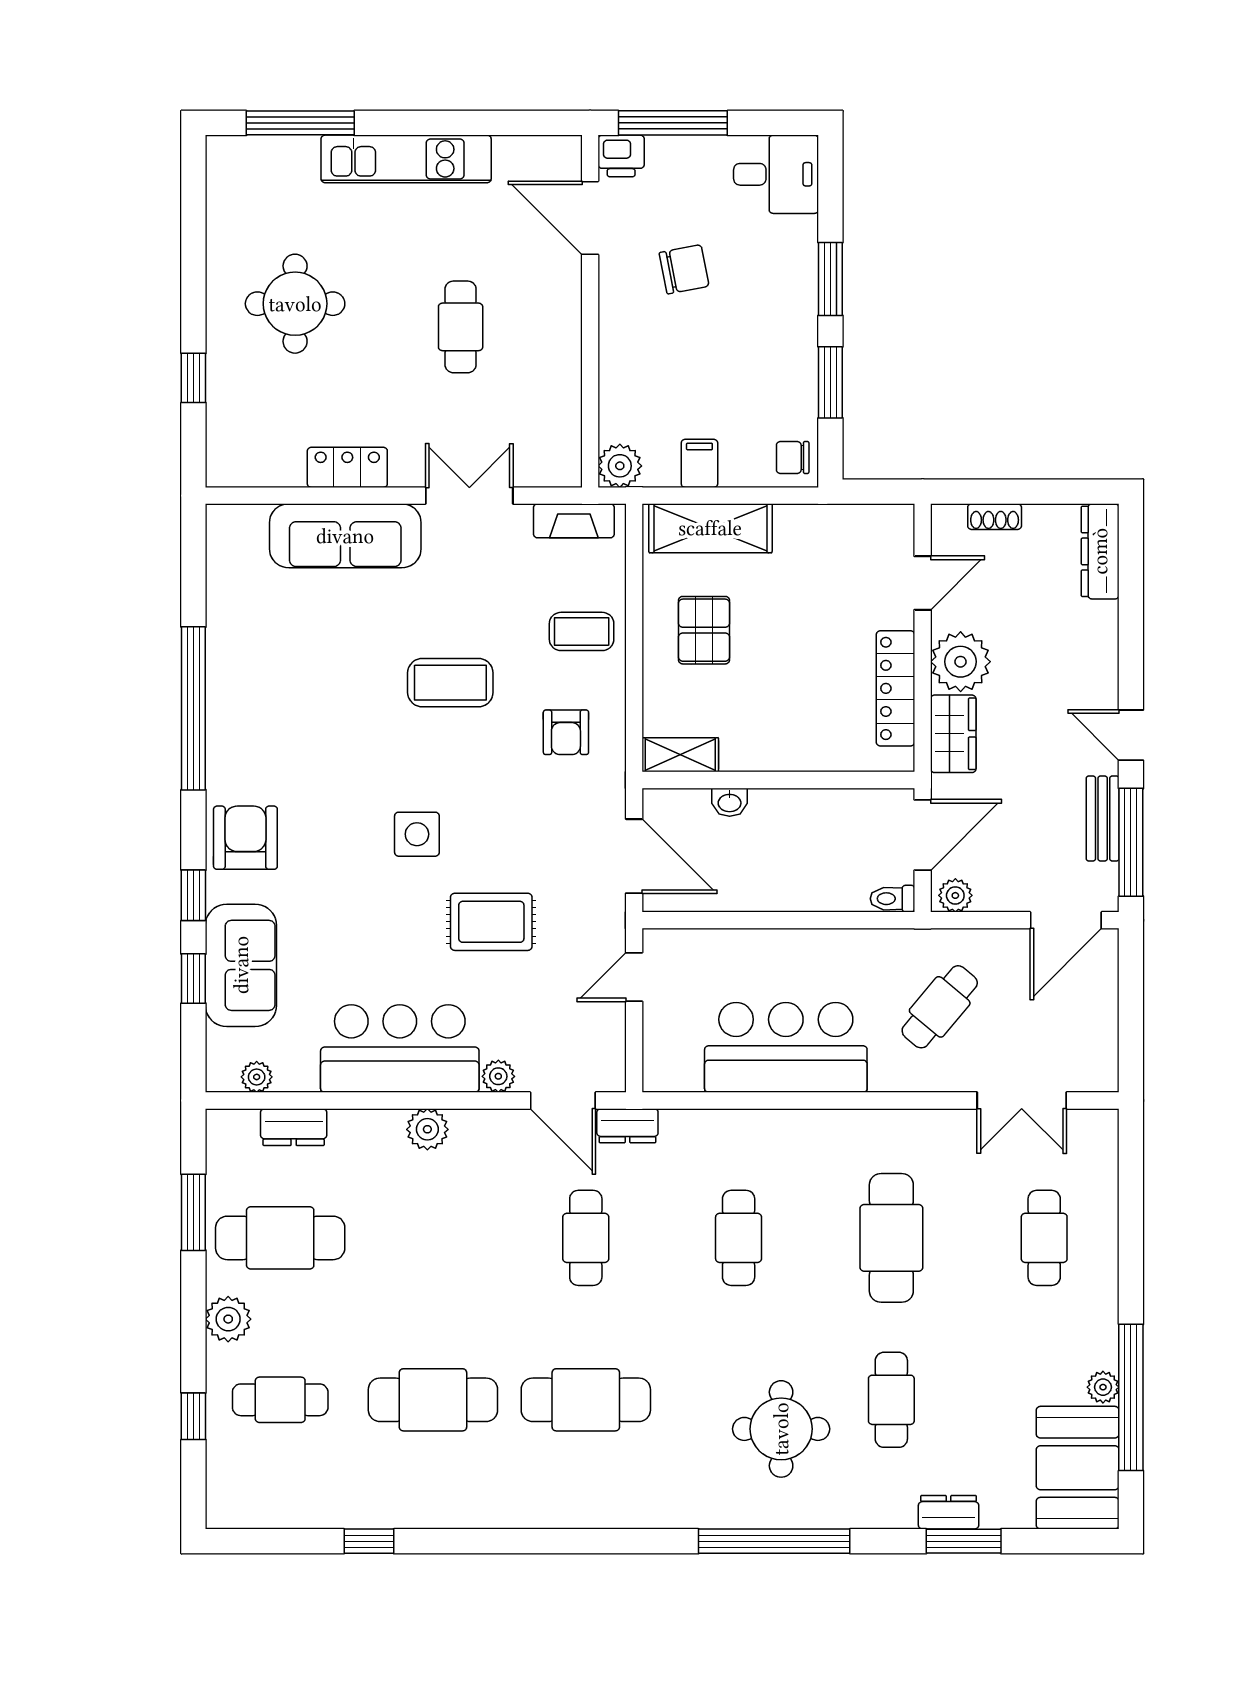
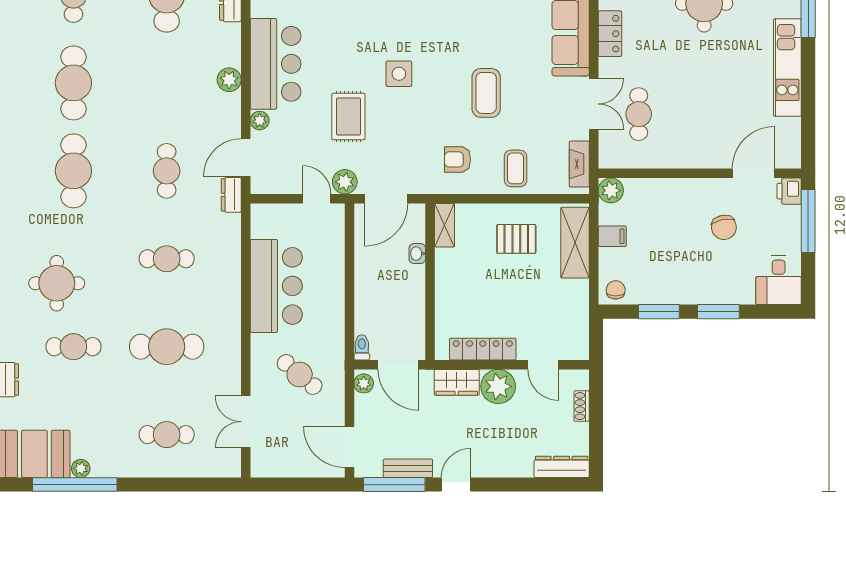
cafe table: (461, 327) -> (639, 114), moved, turned 90
plant: (605, 928) -> (345, 182), added
cafe table: (586, 1238) -> (167, 171), turned 90

